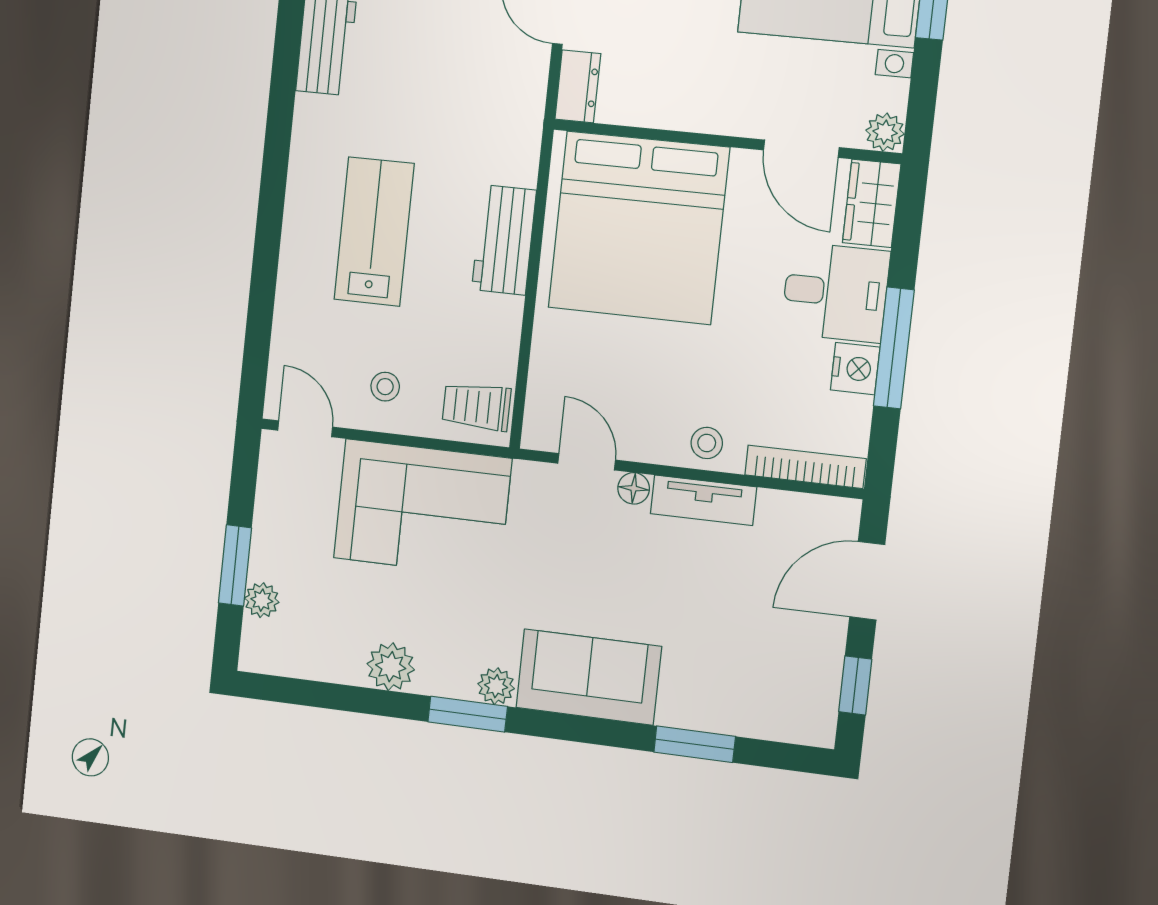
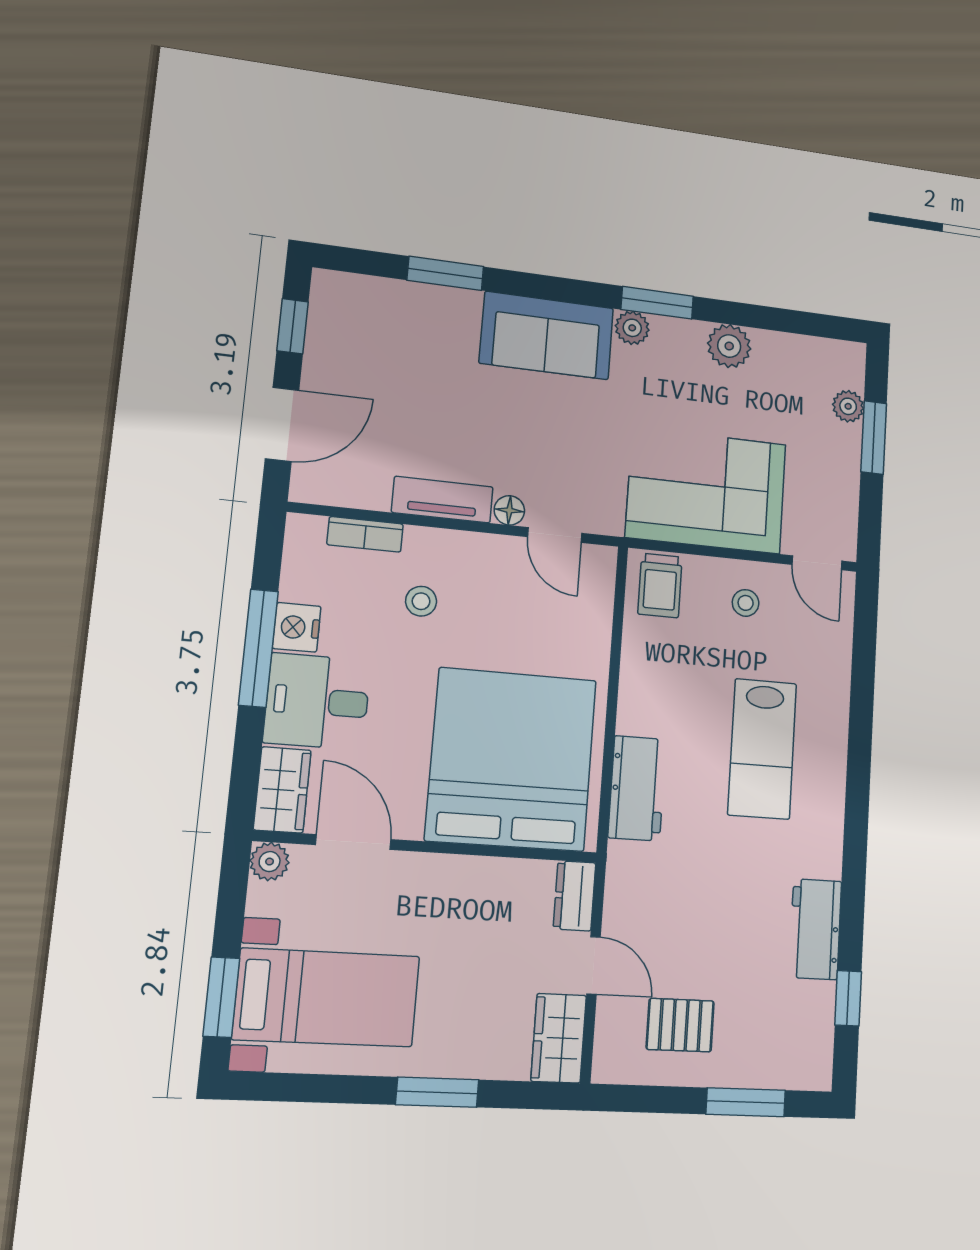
workbench: (504, 240) -> (637, 788), moved
trolley: (476, 407) -> (660, 585), turned 90
stool: (707, 443) -> (421, 601), moved
bookcase: (805, 467) -> (365, 534), width x0.64

